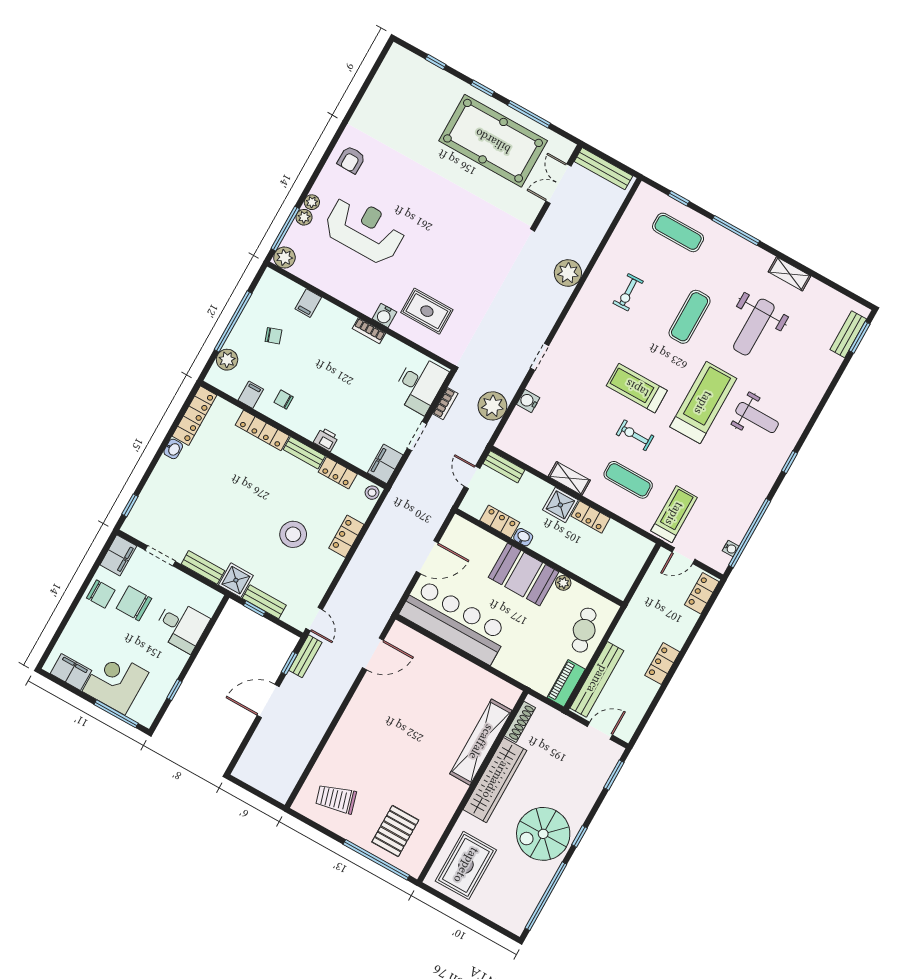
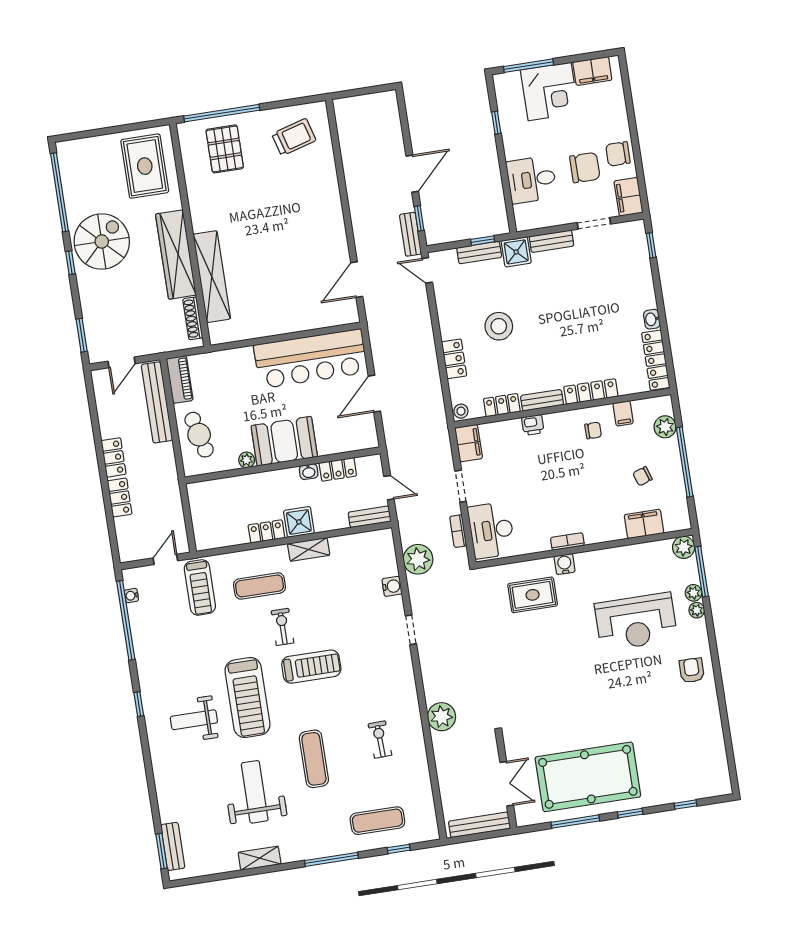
filing cabinet: (308, 303) -> (644, 524), width x2.00
exercise bike: (635, 435) -> (283, 627), turned -90
locker: (702, 593) -> (120, 498), moved

